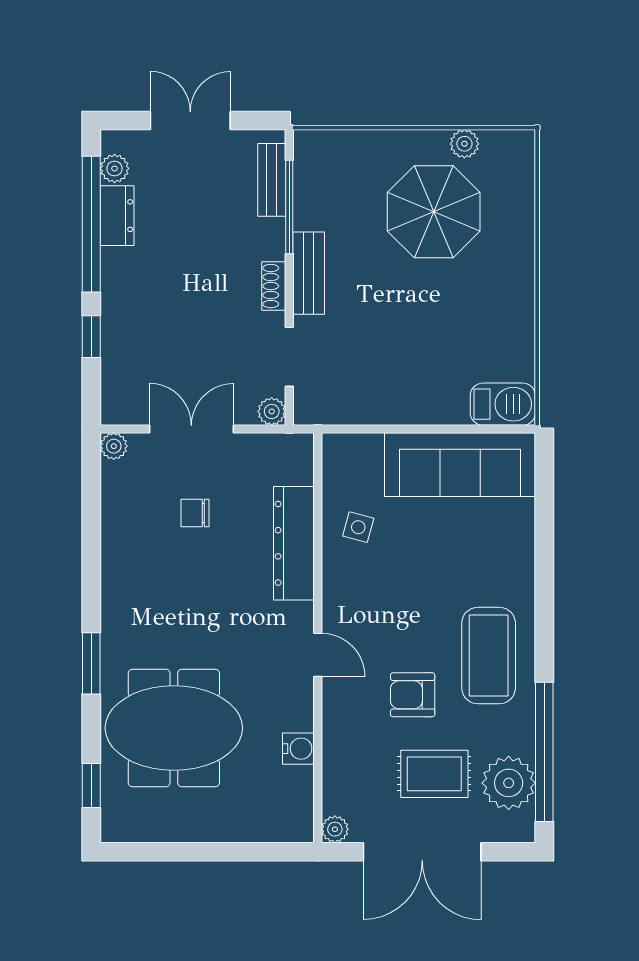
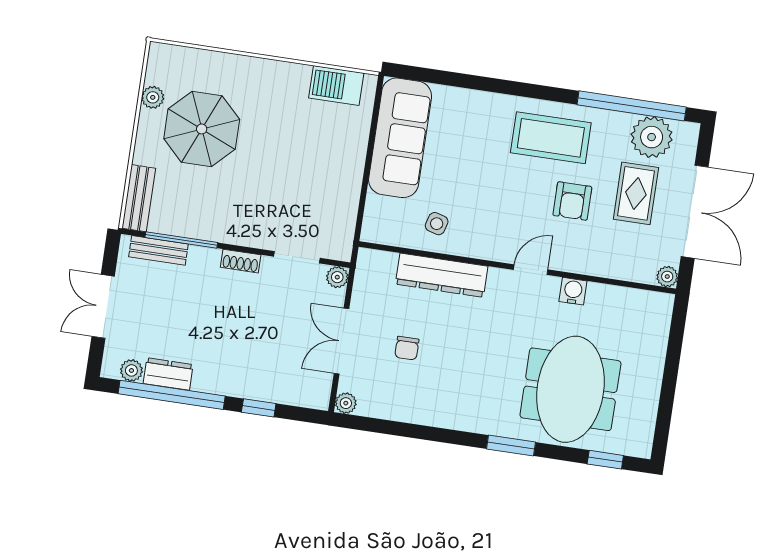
bench: (309, 273) -> (139, 198), moved, turned 90
barbecue: (503, 404) -> (336, 86), moved, turned -90
water cooler: (298, 749) -> (573, 291), moved

